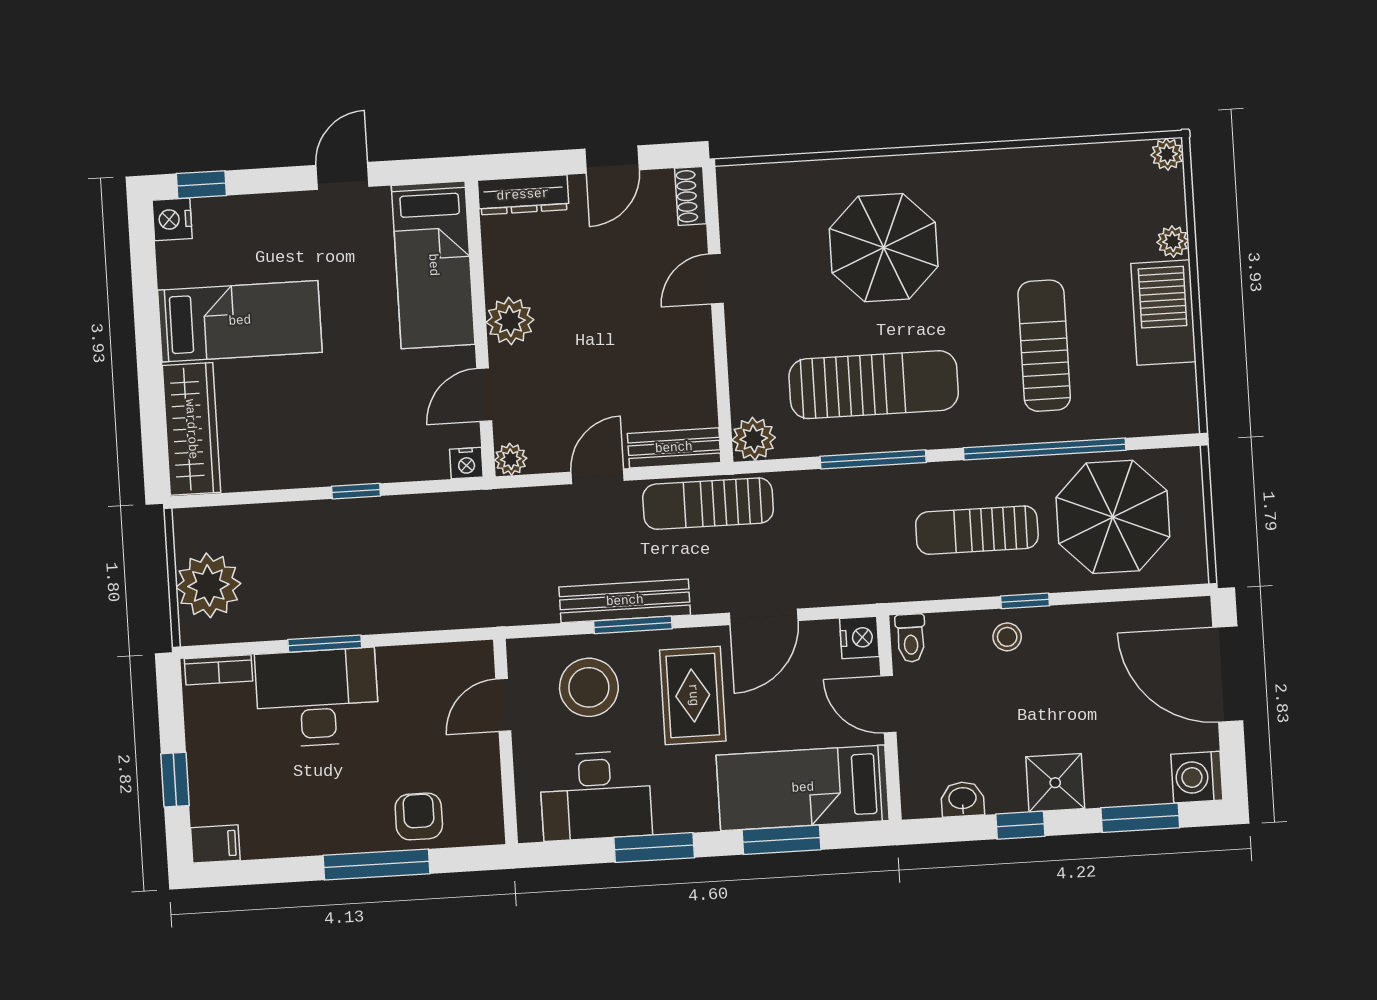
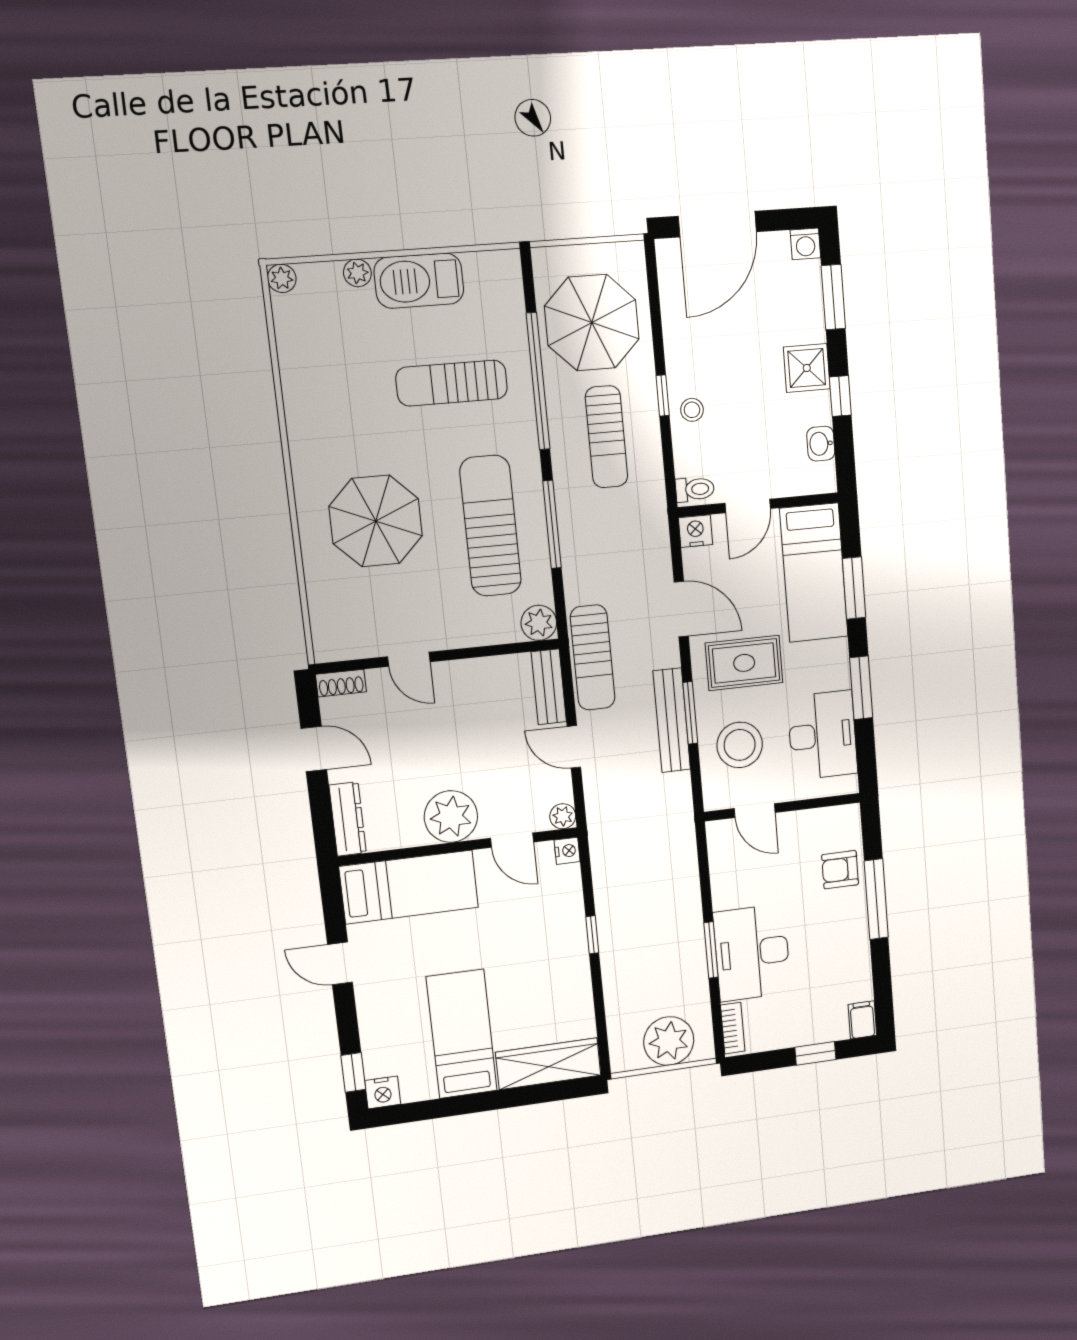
plant: (510, 321) -> (451, 817), width x1.36, depth x1.36
washing machine: (1197, 777) -> (805, 244), width x0.73, depth x0.73

